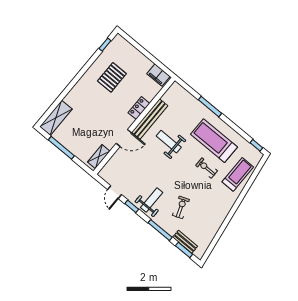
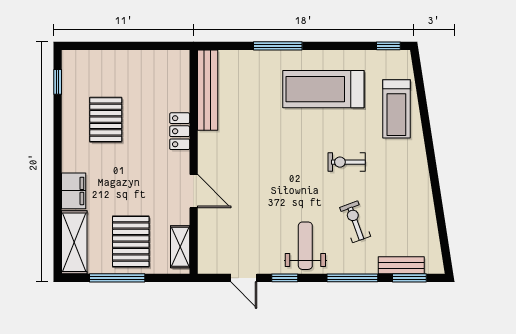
filing cabinet: (158, 75) -> (74, 191), moved, turned -90
bench: (150, 119) -> (208, 90), moved
pallet: (80, 137) -> (131, 242), added
door: (124, 138) -> (194, 191), hinge flipped
weight bench: (169, 142) -> (261, 144), removed
exercise bike: (207, 168) -> (347, 162), moved
treadmill: (238, 174) -> (396, 109), turned 180

